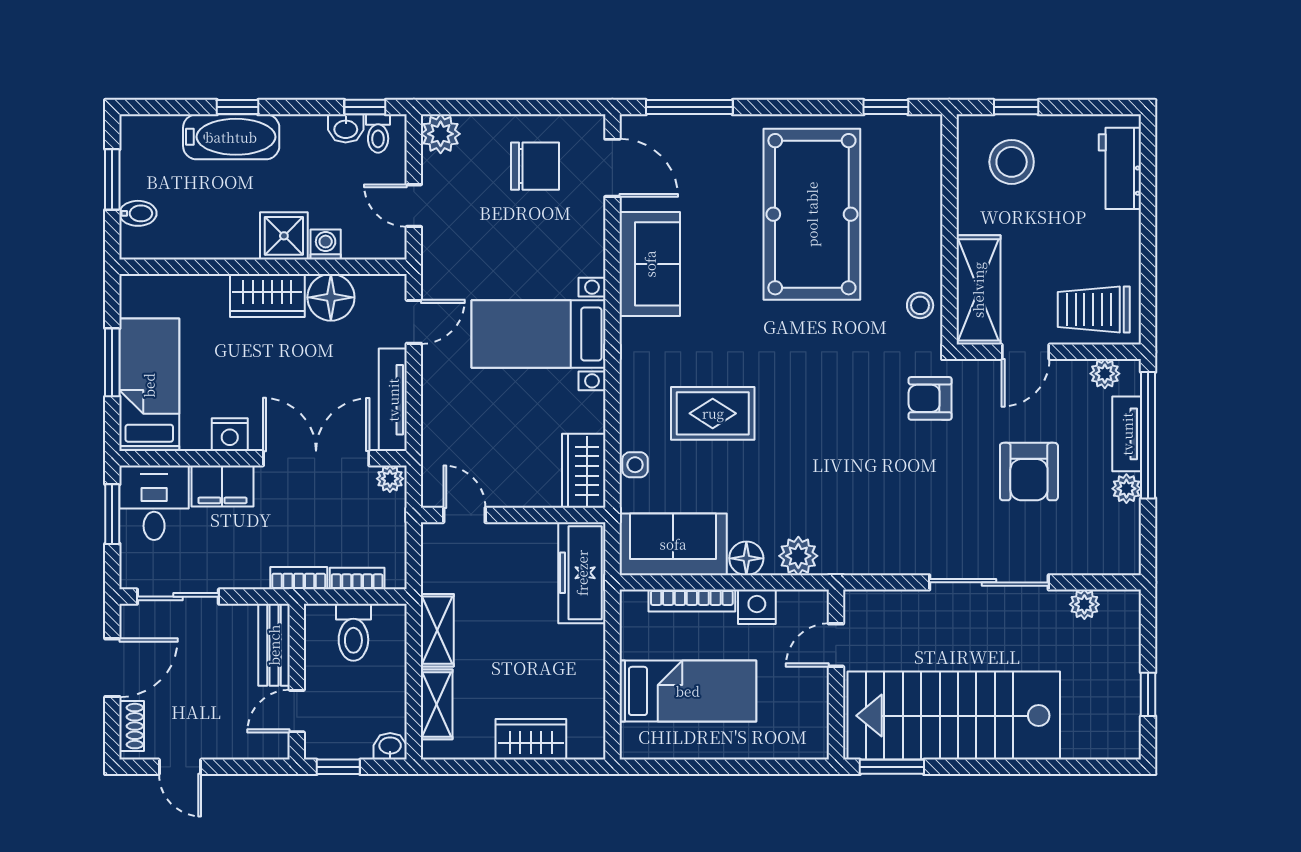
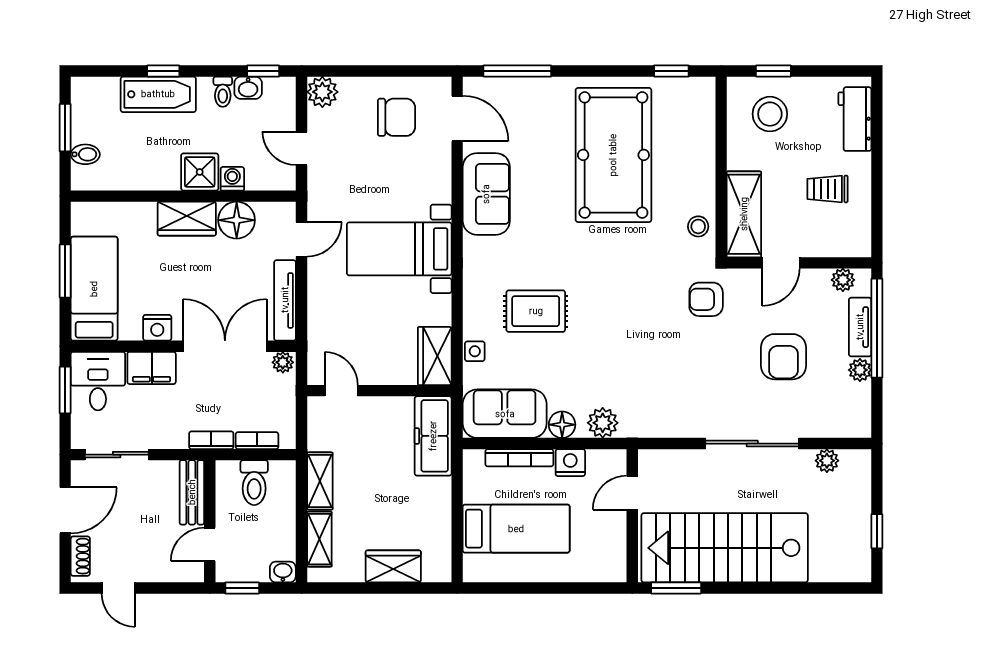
toilet: (378, 133) -> (223, 92), moved
trolley: (1094, 310) -> (827, 189), moved, width x0.73, depth x0.72

